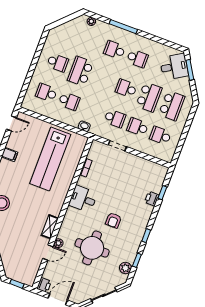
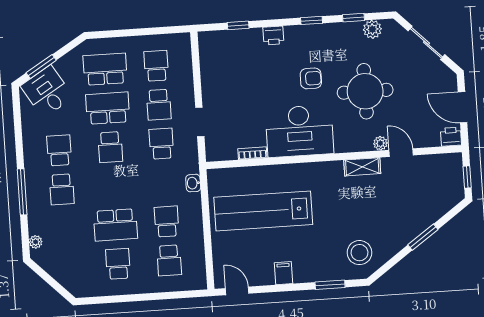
school desk: (160, 136) -> (156, 66), turned 180
lab bench: (50, 159) -> (263, 211), turned 180
desk: (83, 199) -> (299, 131), width x1.87, depth x1.30
printer: (152, 199) -> (273, 36), moved

